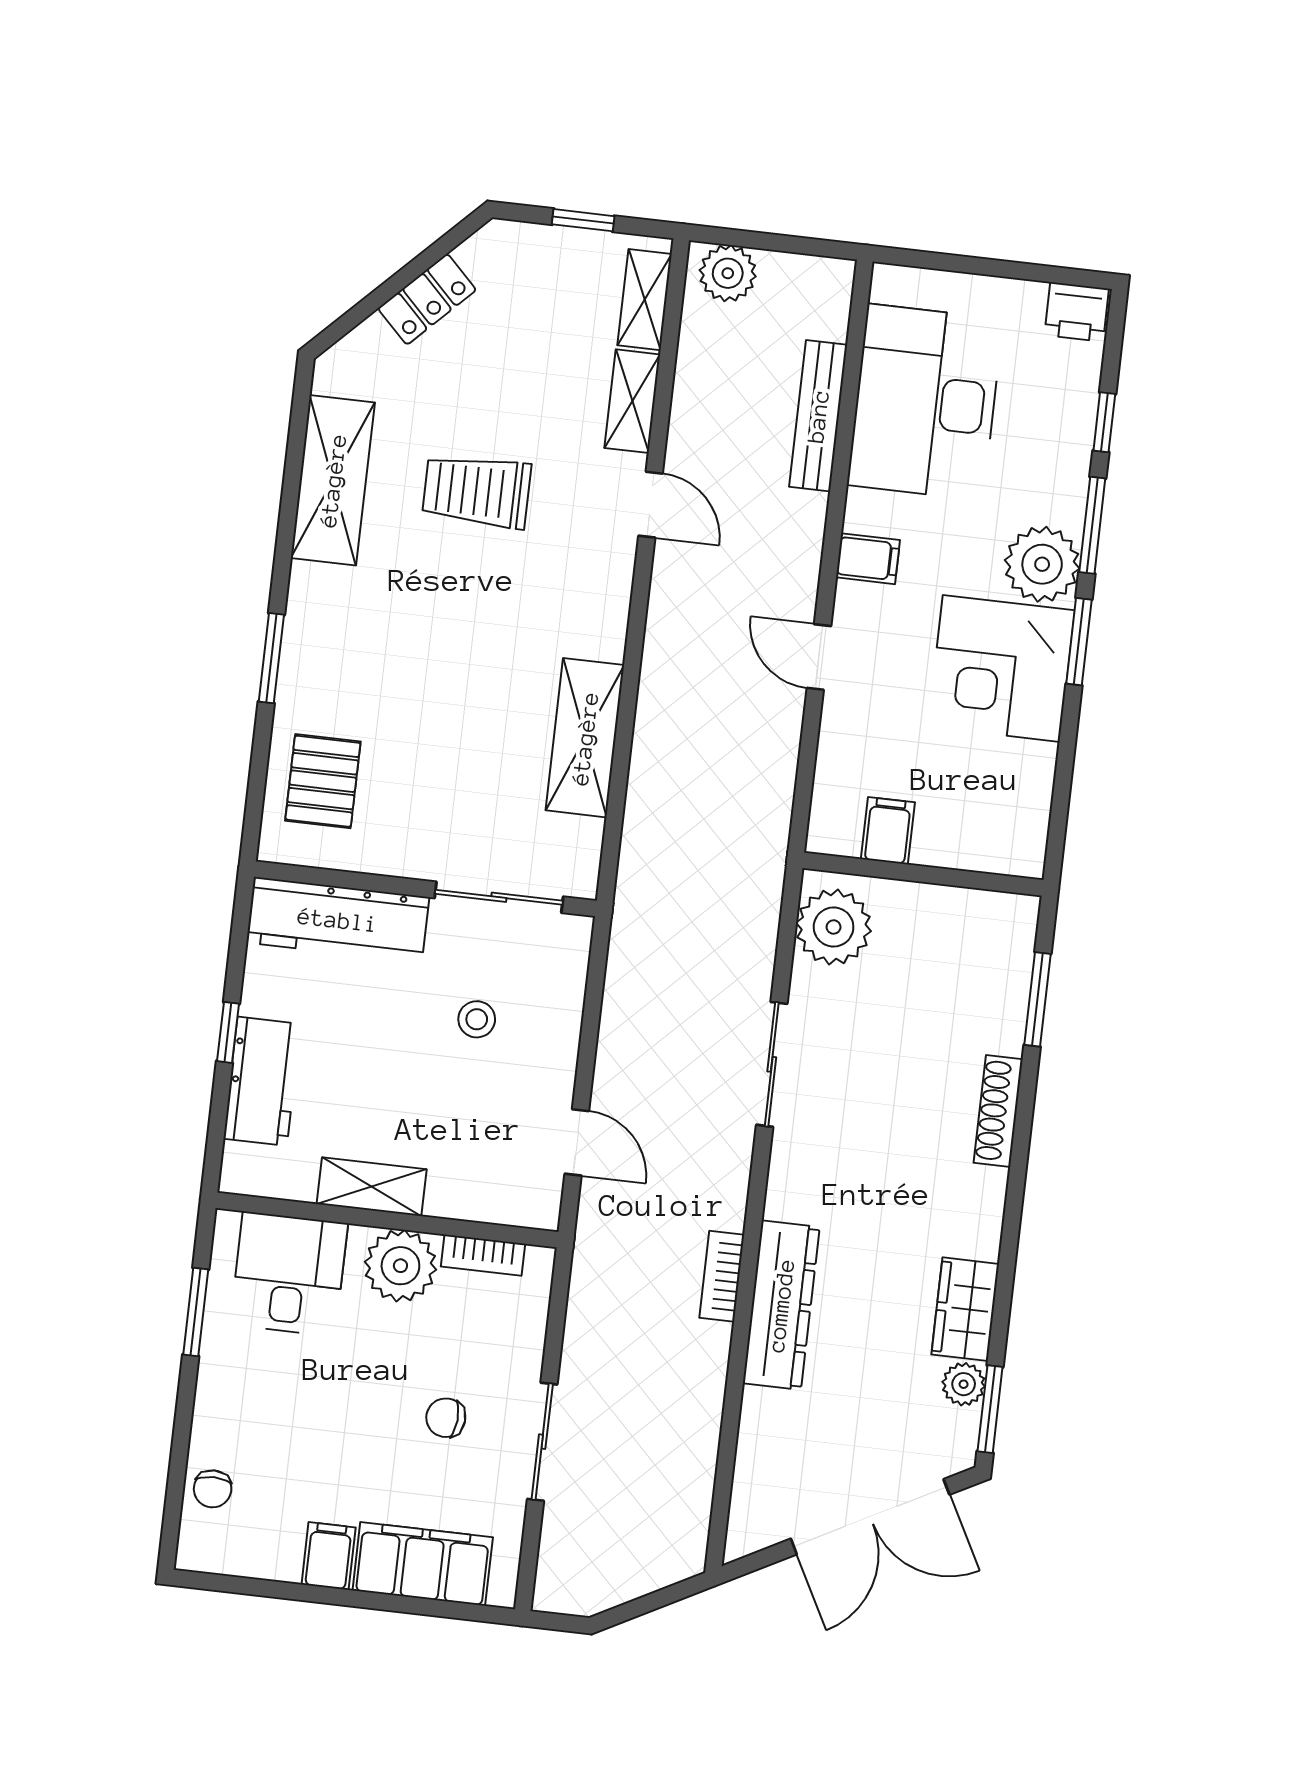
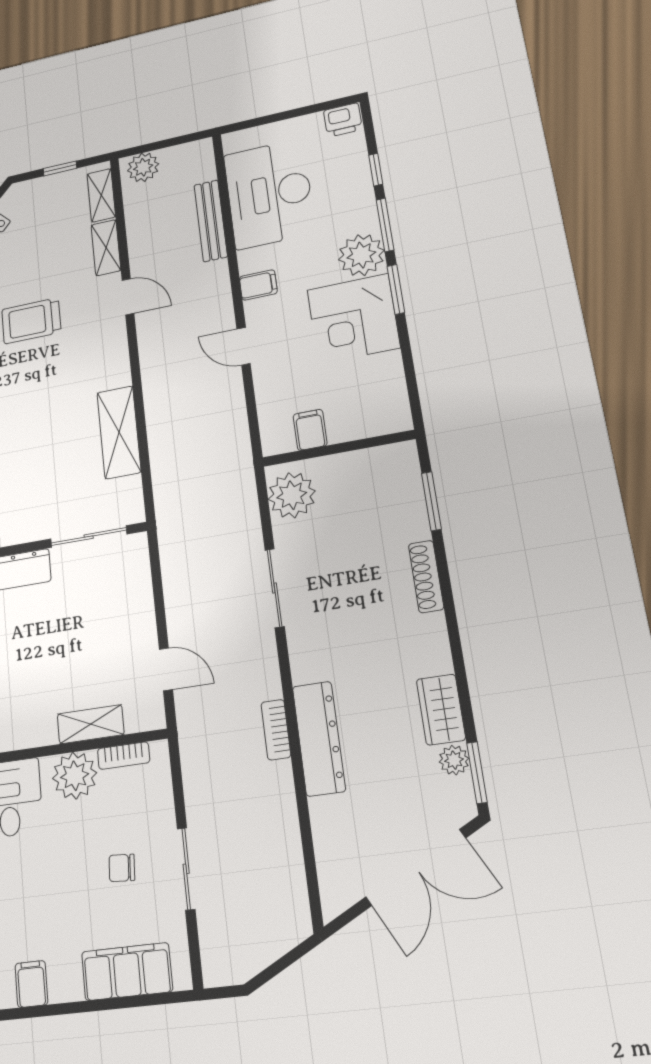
stool: (477, 1019) -> (90, 611), removed
shelving: (372, 1187) -> (91, 724), moved
filing cabinet: (329, 1556) -> (31, 984), moved

